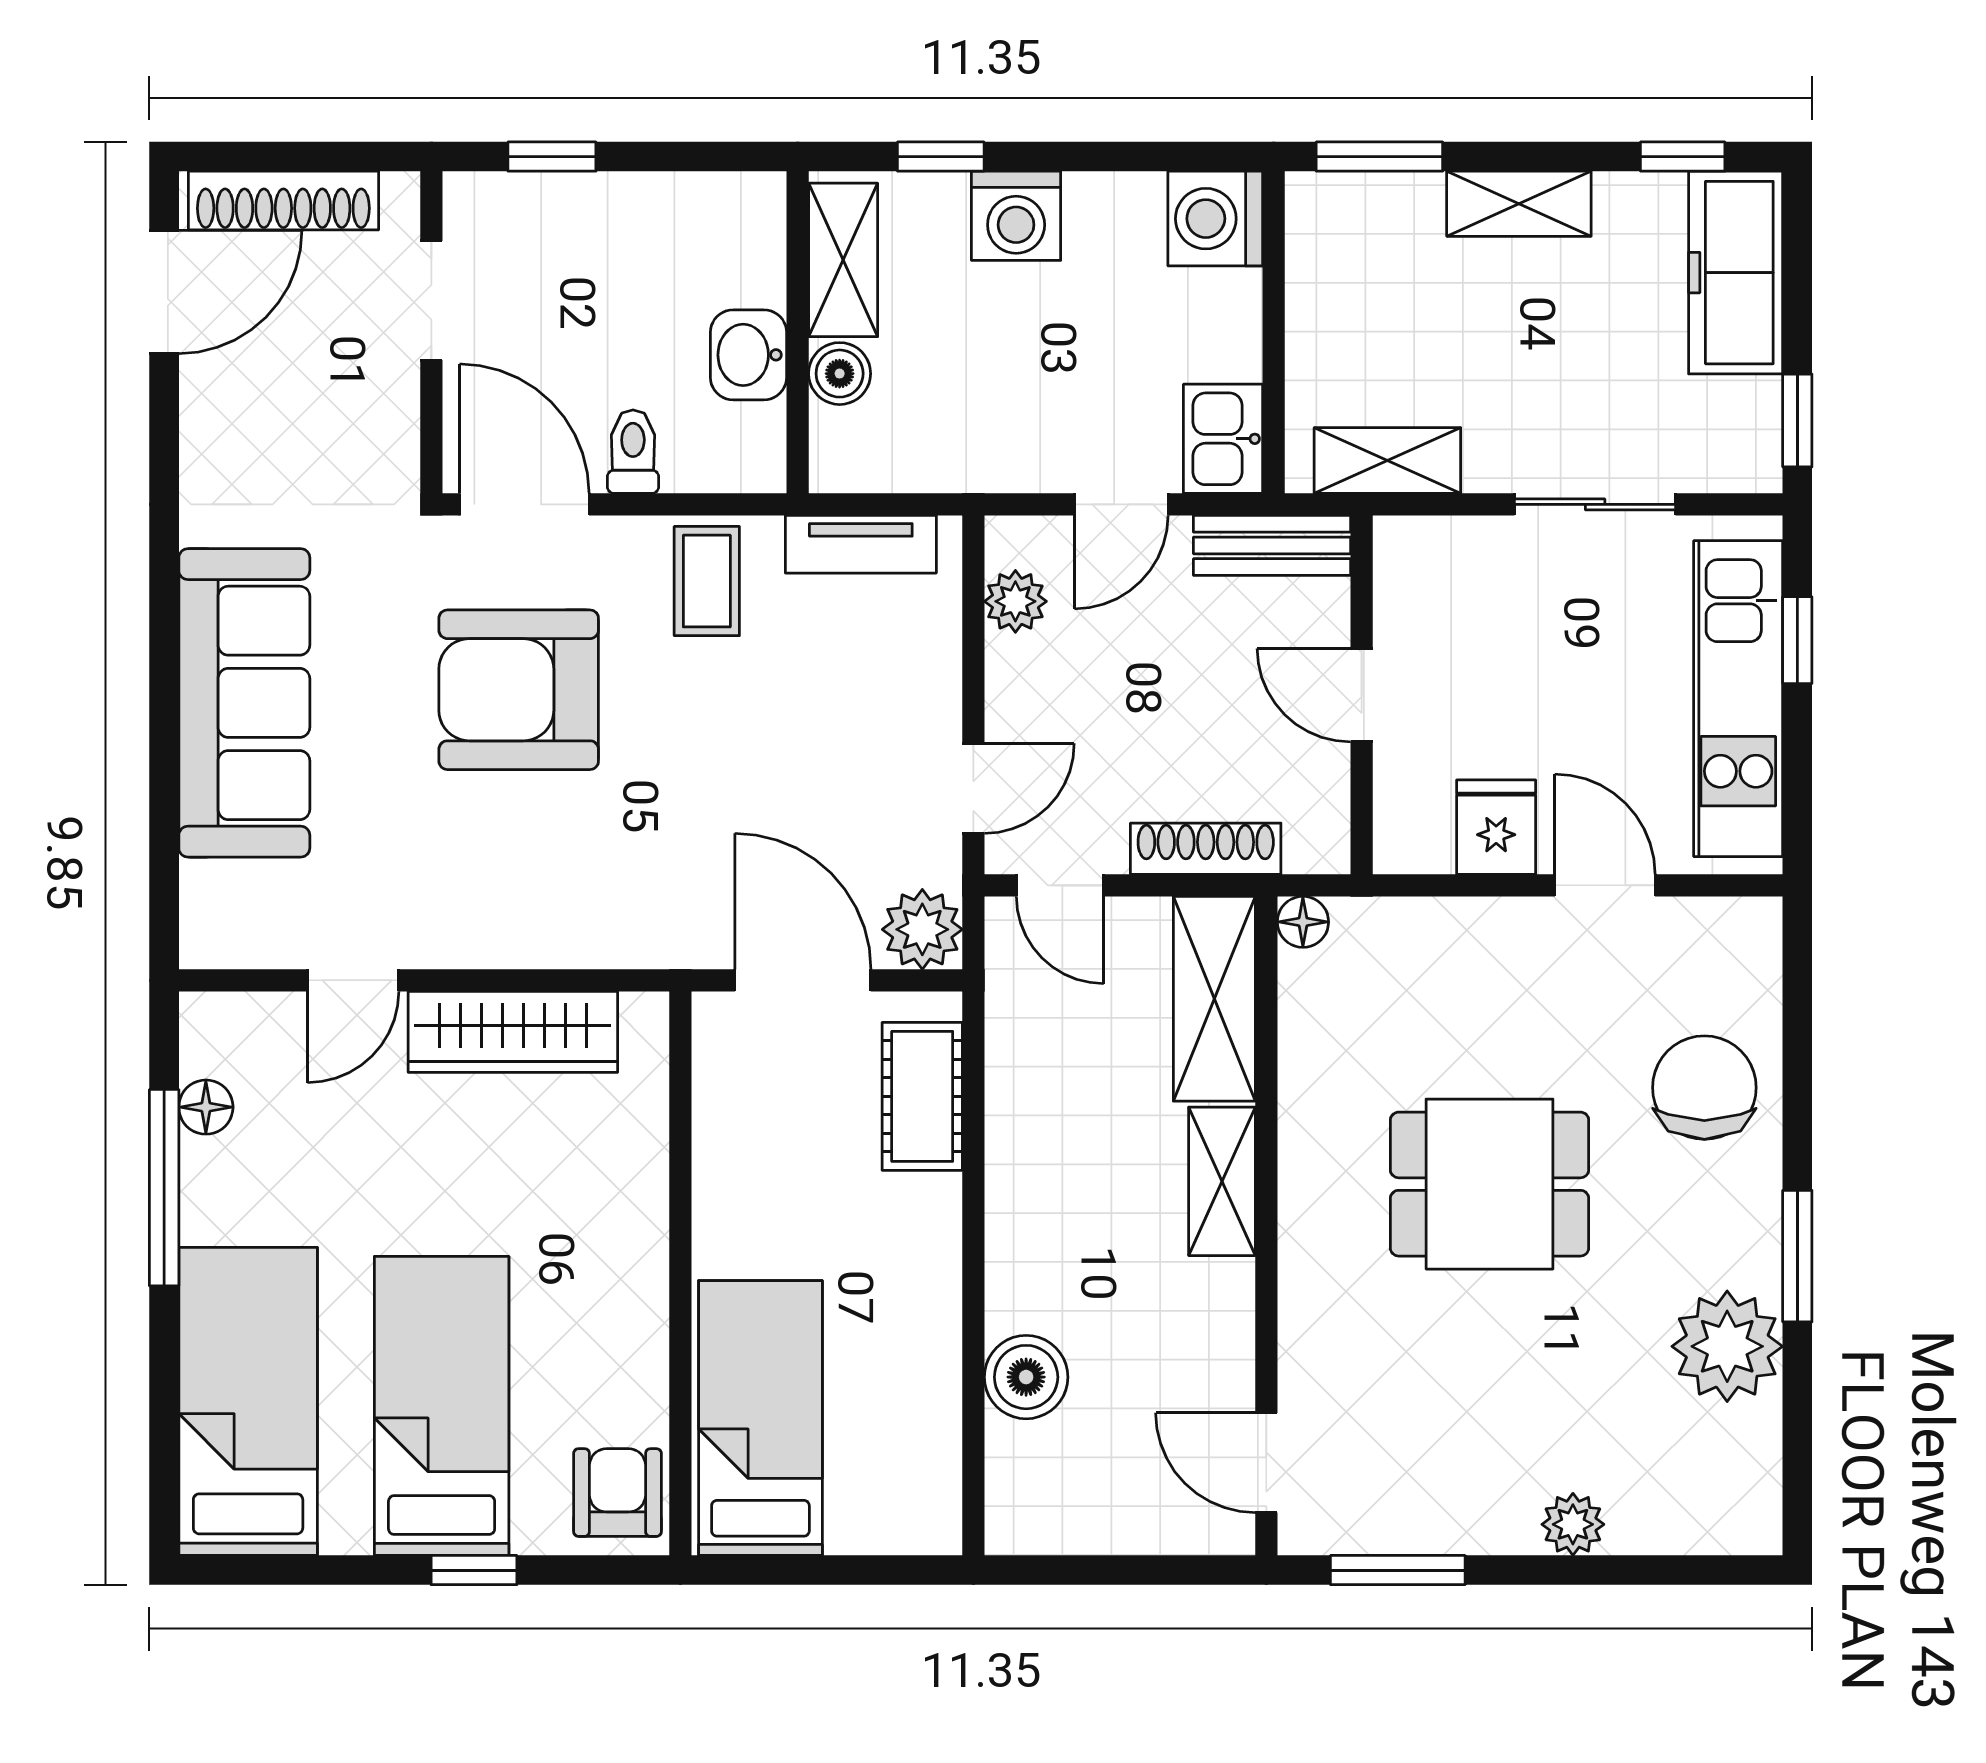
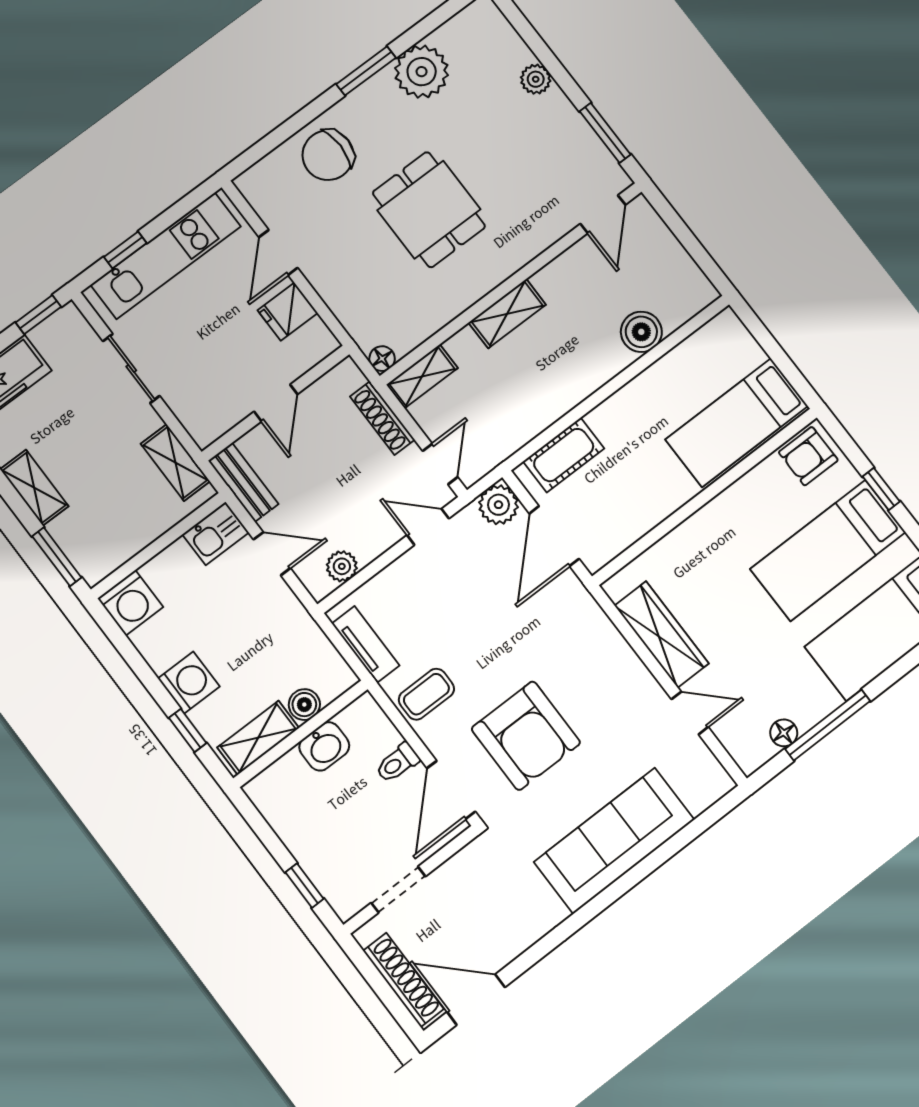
shelving: (1214, 999) -> (422, 376), width x0.67, depth x0.75

